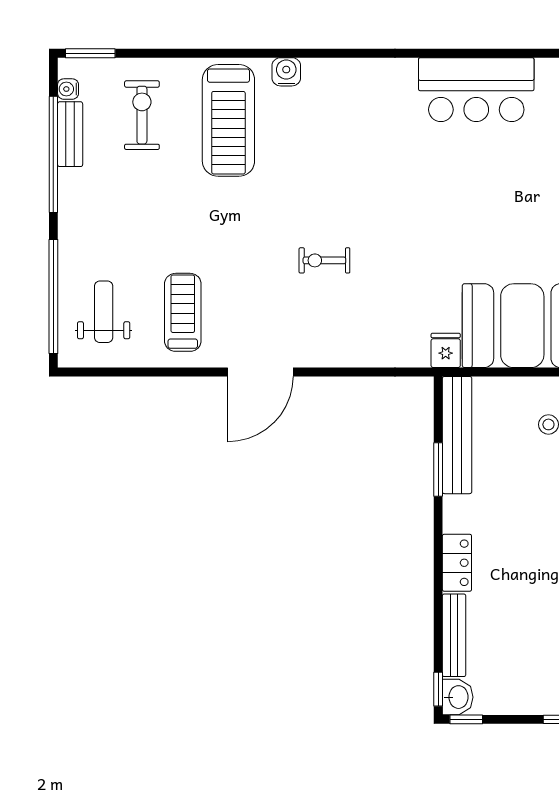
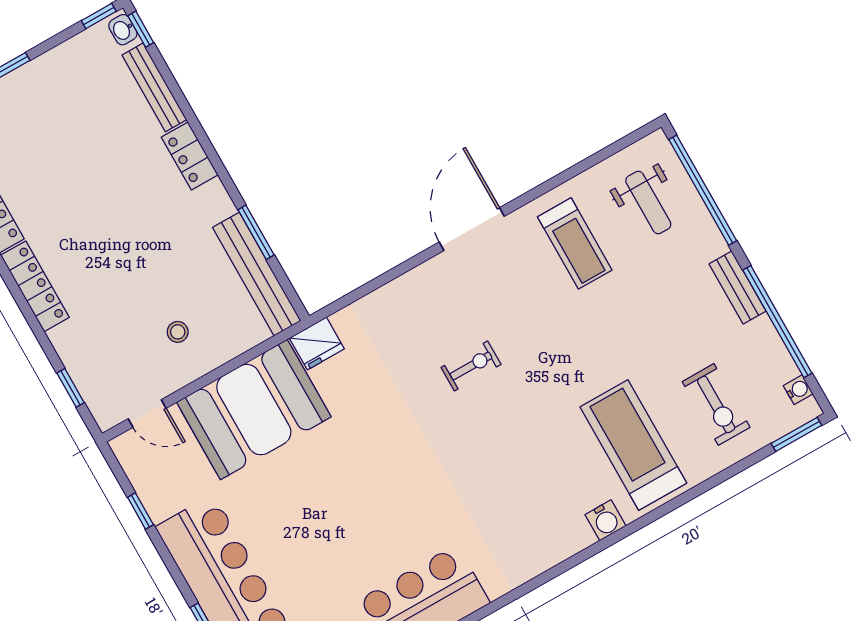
bench: (70, 134) -> (738, 287), moved
fridge: (446, 350) -> (317, 343), width x1.38
washbasin: (458, 697) -> (123, 30), width x0.72, depth x0.69

